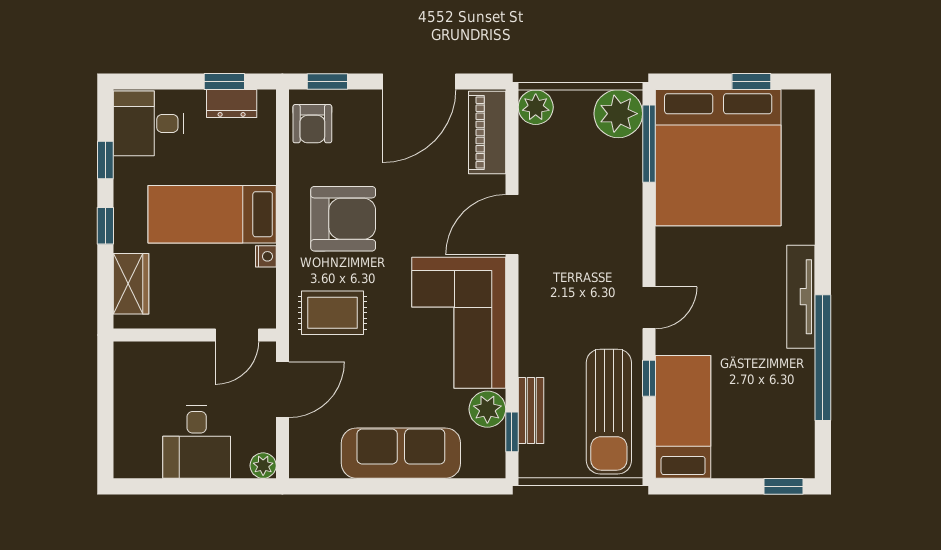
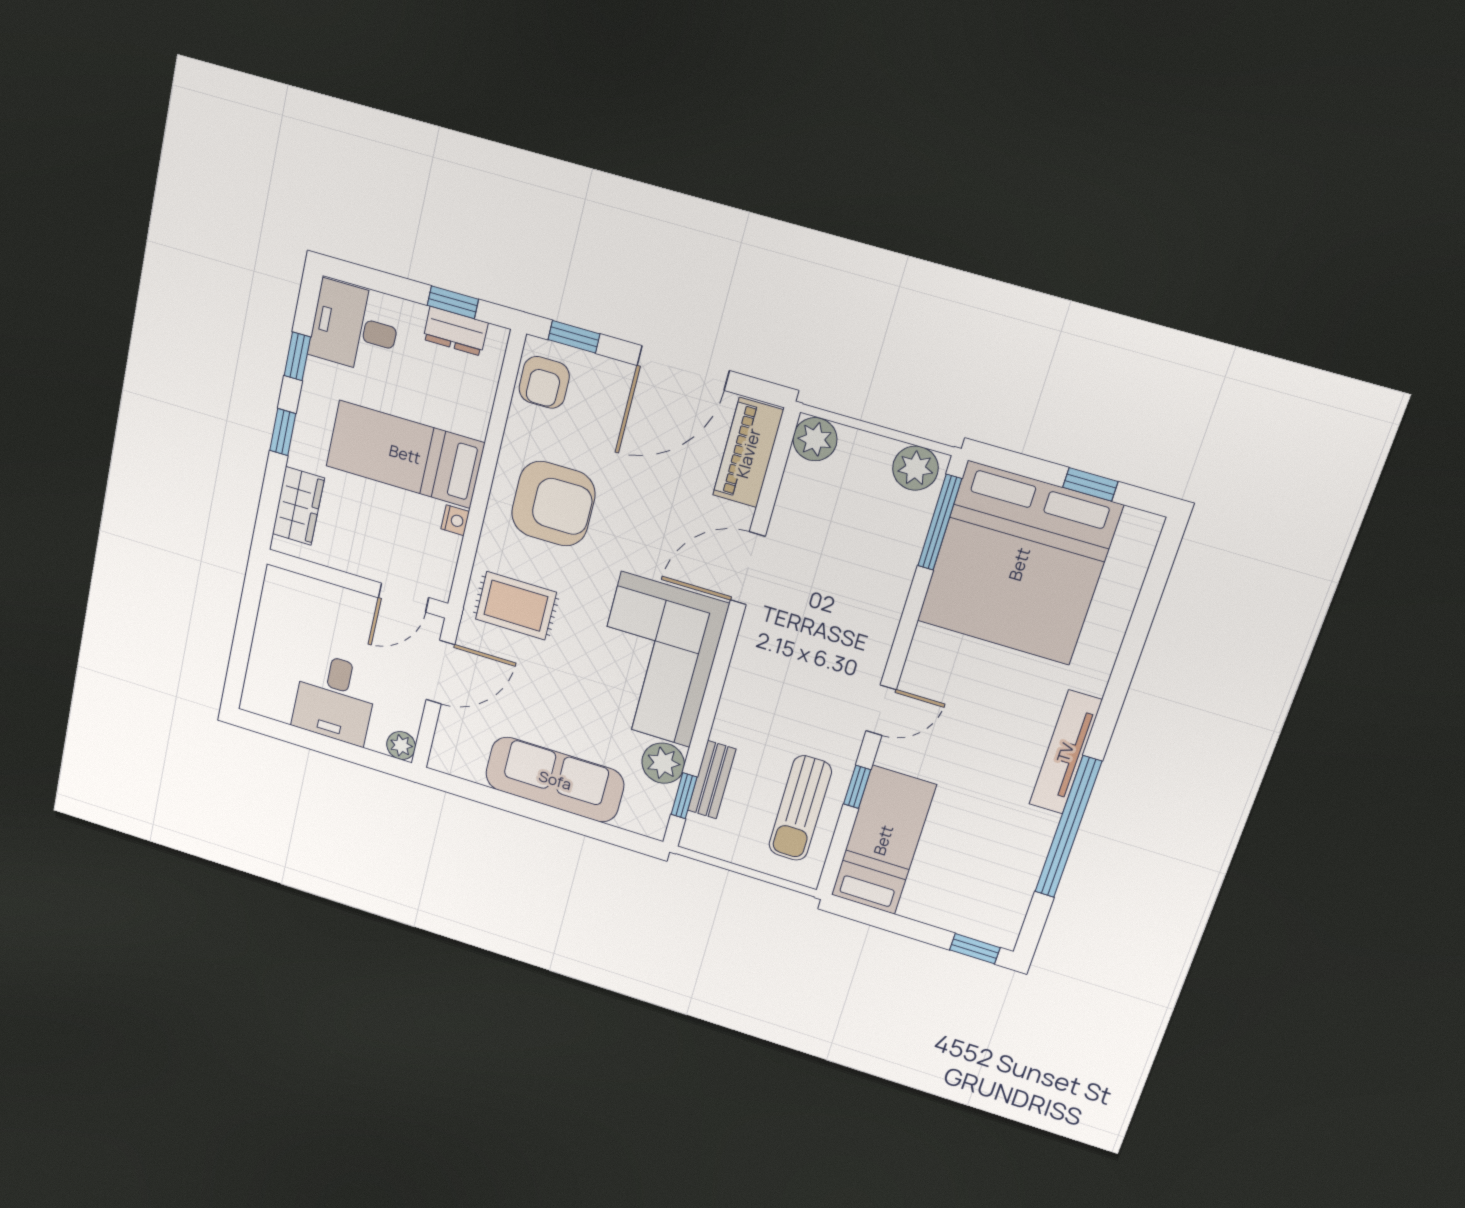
plant: (618, 114) -> (915, 468), width x0.73, depth x0.73
sun lounger: (609, 412) -> (800, 808), width x0.73, depth x0.75

